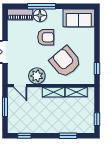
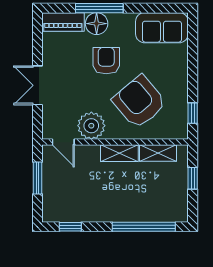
armchair: (46, 37) -> (106, 61), turned -90
window: (97, 119) -> (193, 178), moved
window: (68, 136) -> (144, 227), width x2.11

